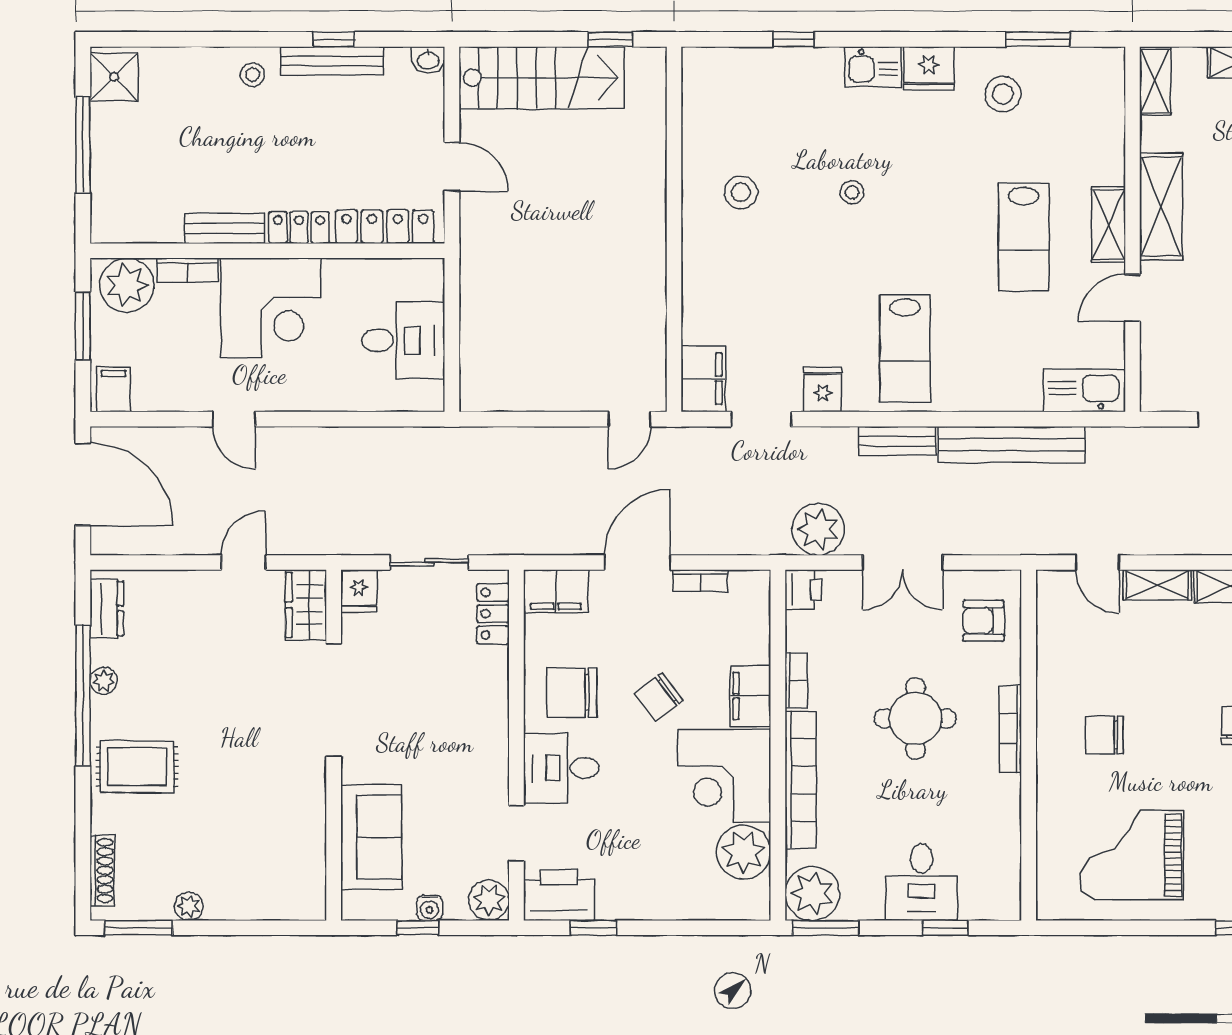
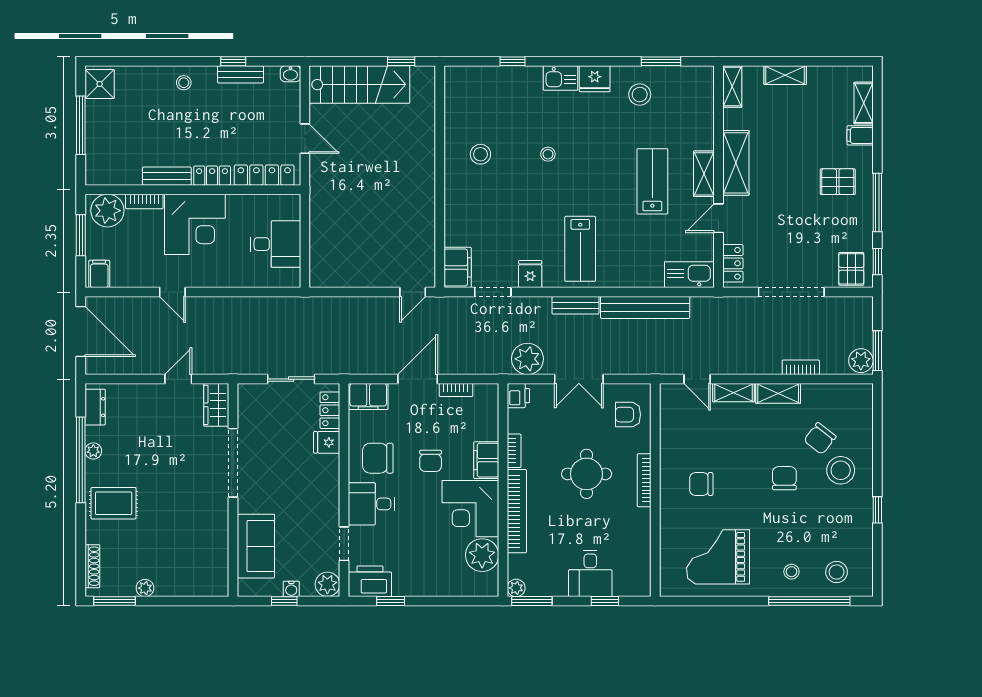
bench: (332, 61) -> (240, 74), width x0.73
lab bench: (1024, 237) -> (652, 181), turned 180
locker: (1156, 372) -> (733, 263), added
fridge: (359, 591) -> (327, 442), moved, turned 90
chair: (659, 697) -> (431, 461), turned -53
plant: (812, 893) -> (516, 588), width x0.53, depth x0.53

